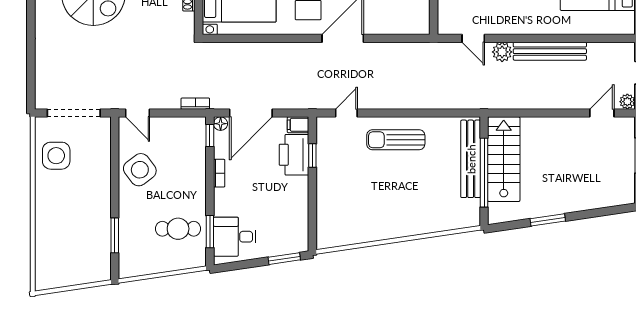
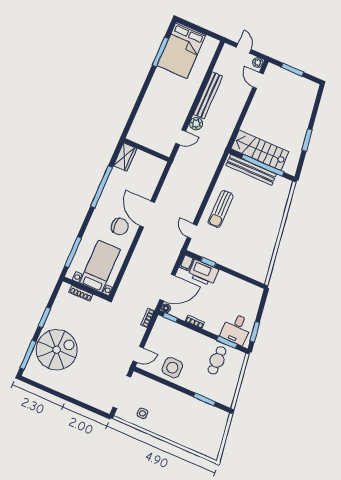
door: (251, 113) -> (167, 288), hinge flipped
side table: (56, 156) -> (142, 413), width x0.54, depth x0.54
side table: (140, 170) -> (172, 368), turned 37
window: (284, 259) -> (255, 332), moved

